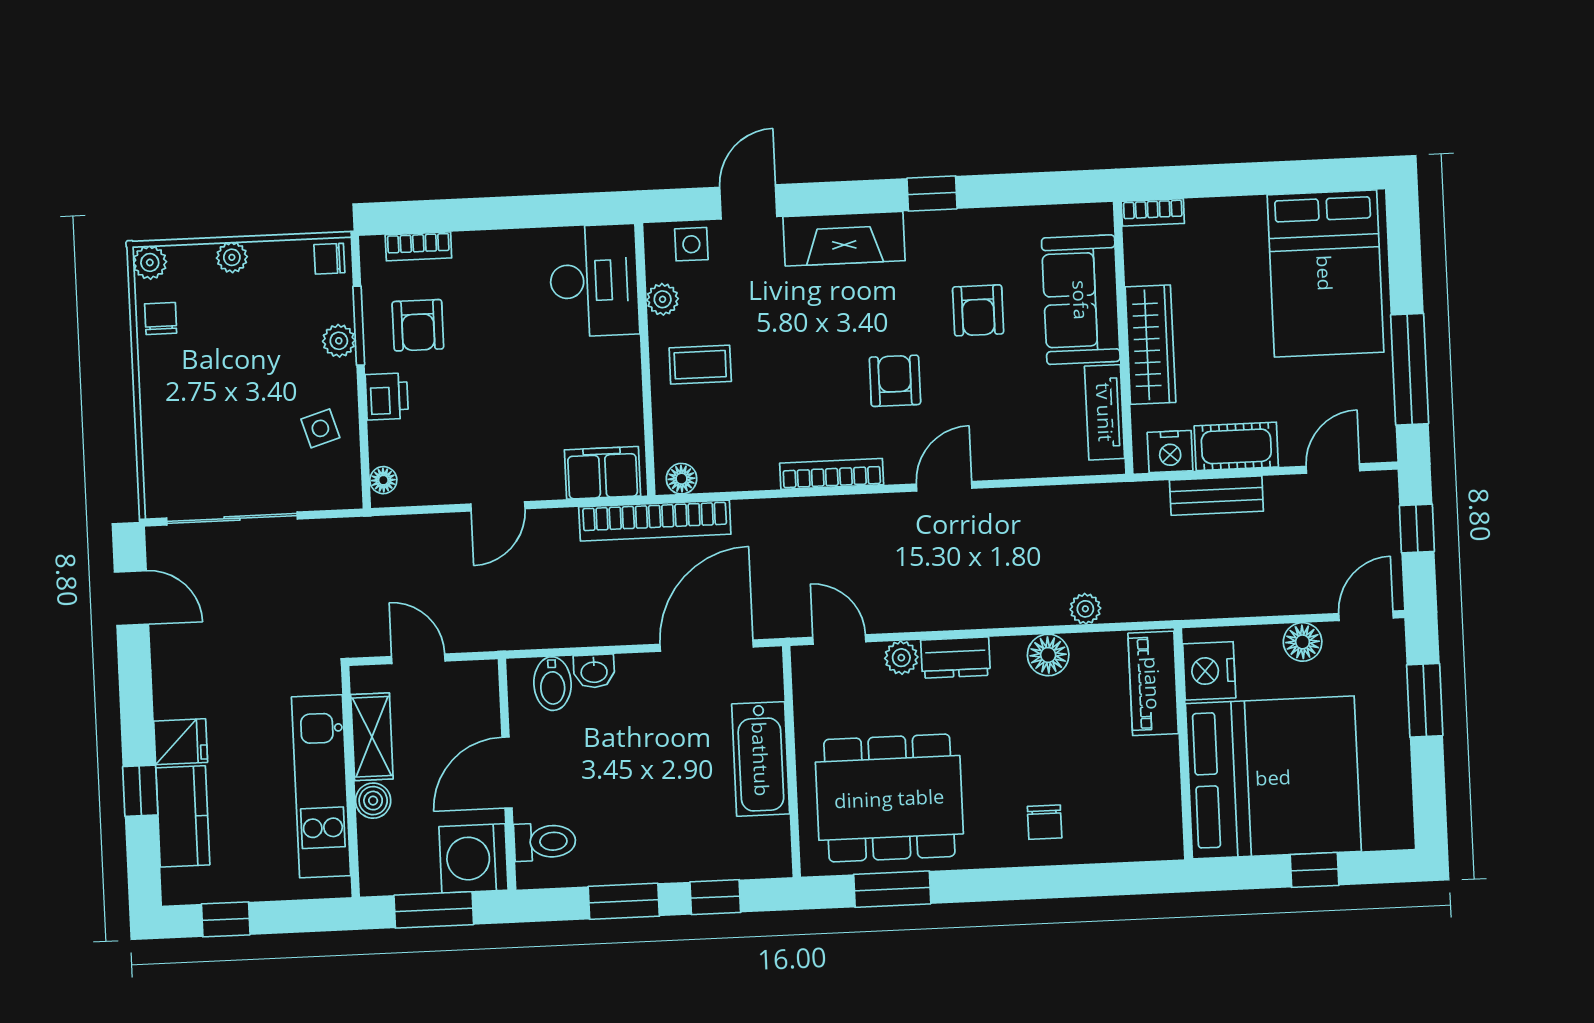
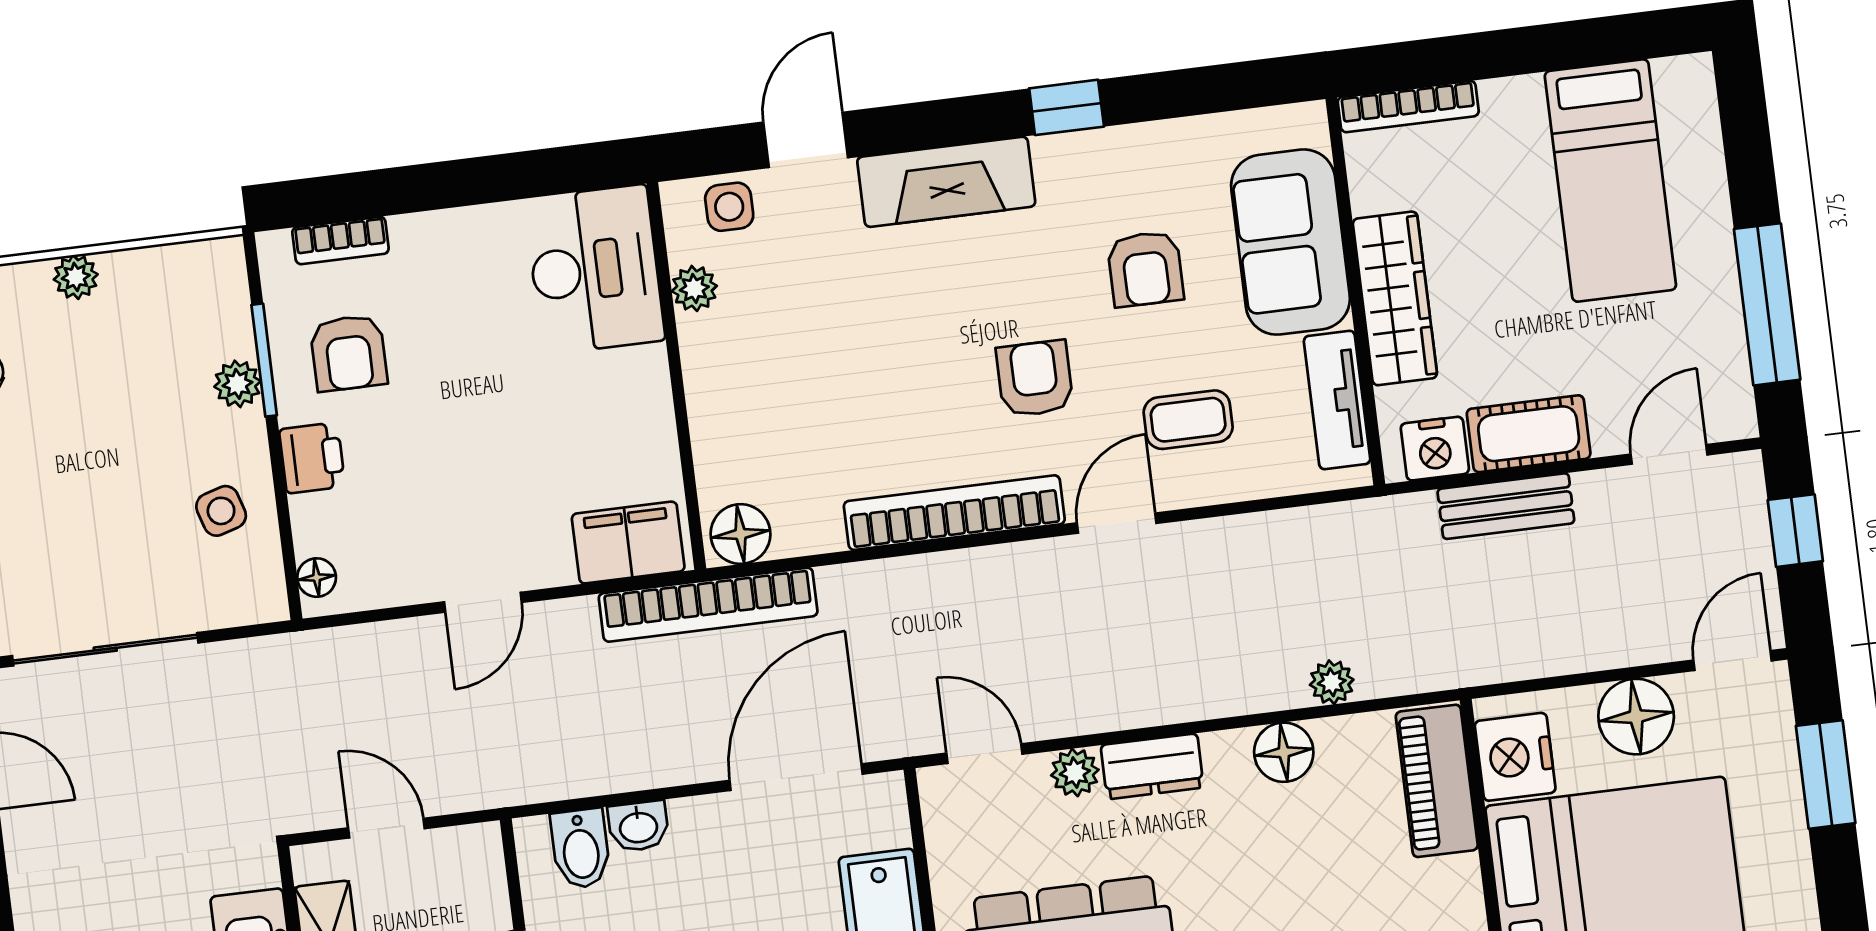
bookcase: (1153, 212) -> (1408, 107), width x1.56
chair: (329, 259) -> (215, 268), removed
bed: (1325, 273) -> (1610, 181), width x0.67
coffee table: (700, 365) -> (1188, 420), moved
bookcase: (832, 474) -> (954, 513), width x1.48, depth x1.31
floor lamp: (682, 479) -> (740, 534), width x1.37, depth x1.37
floor lamp: (1303, 642) -> (1636, 717), width x1.38, depth x1.38

